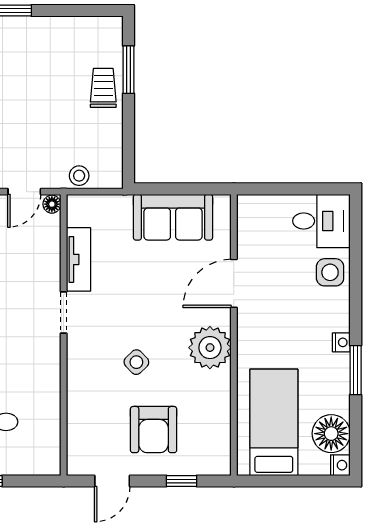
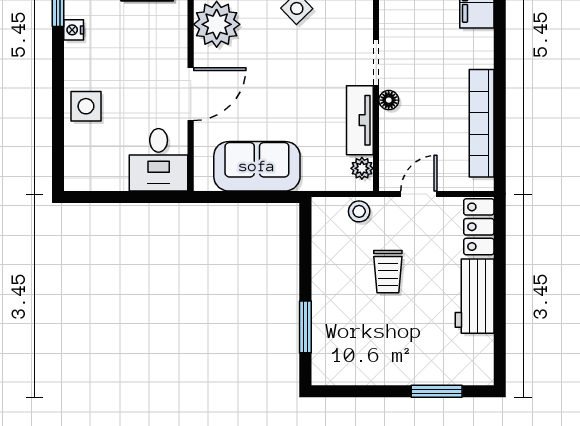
trolley: (103, 88) -> (388, 272), moved
floor lamp: (52, 204) -> (389, 100), moved
plant: (76, 215) -> (362, 168), added
desk: (321, 221) -> (159, 160), moved, turned -90

